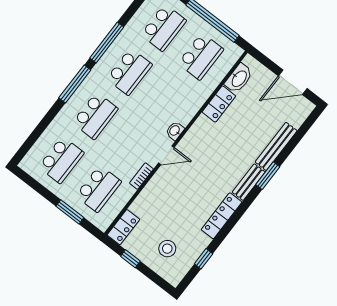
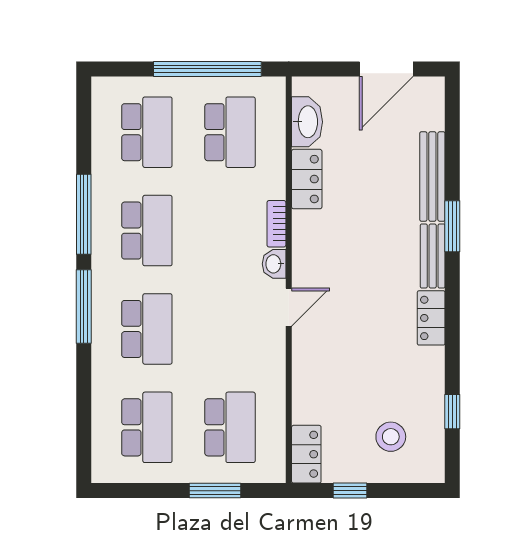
bookcase: (141, 176) -> (276, 224), moved
locker: (222, 216) -> (431, 318), width x0.66

